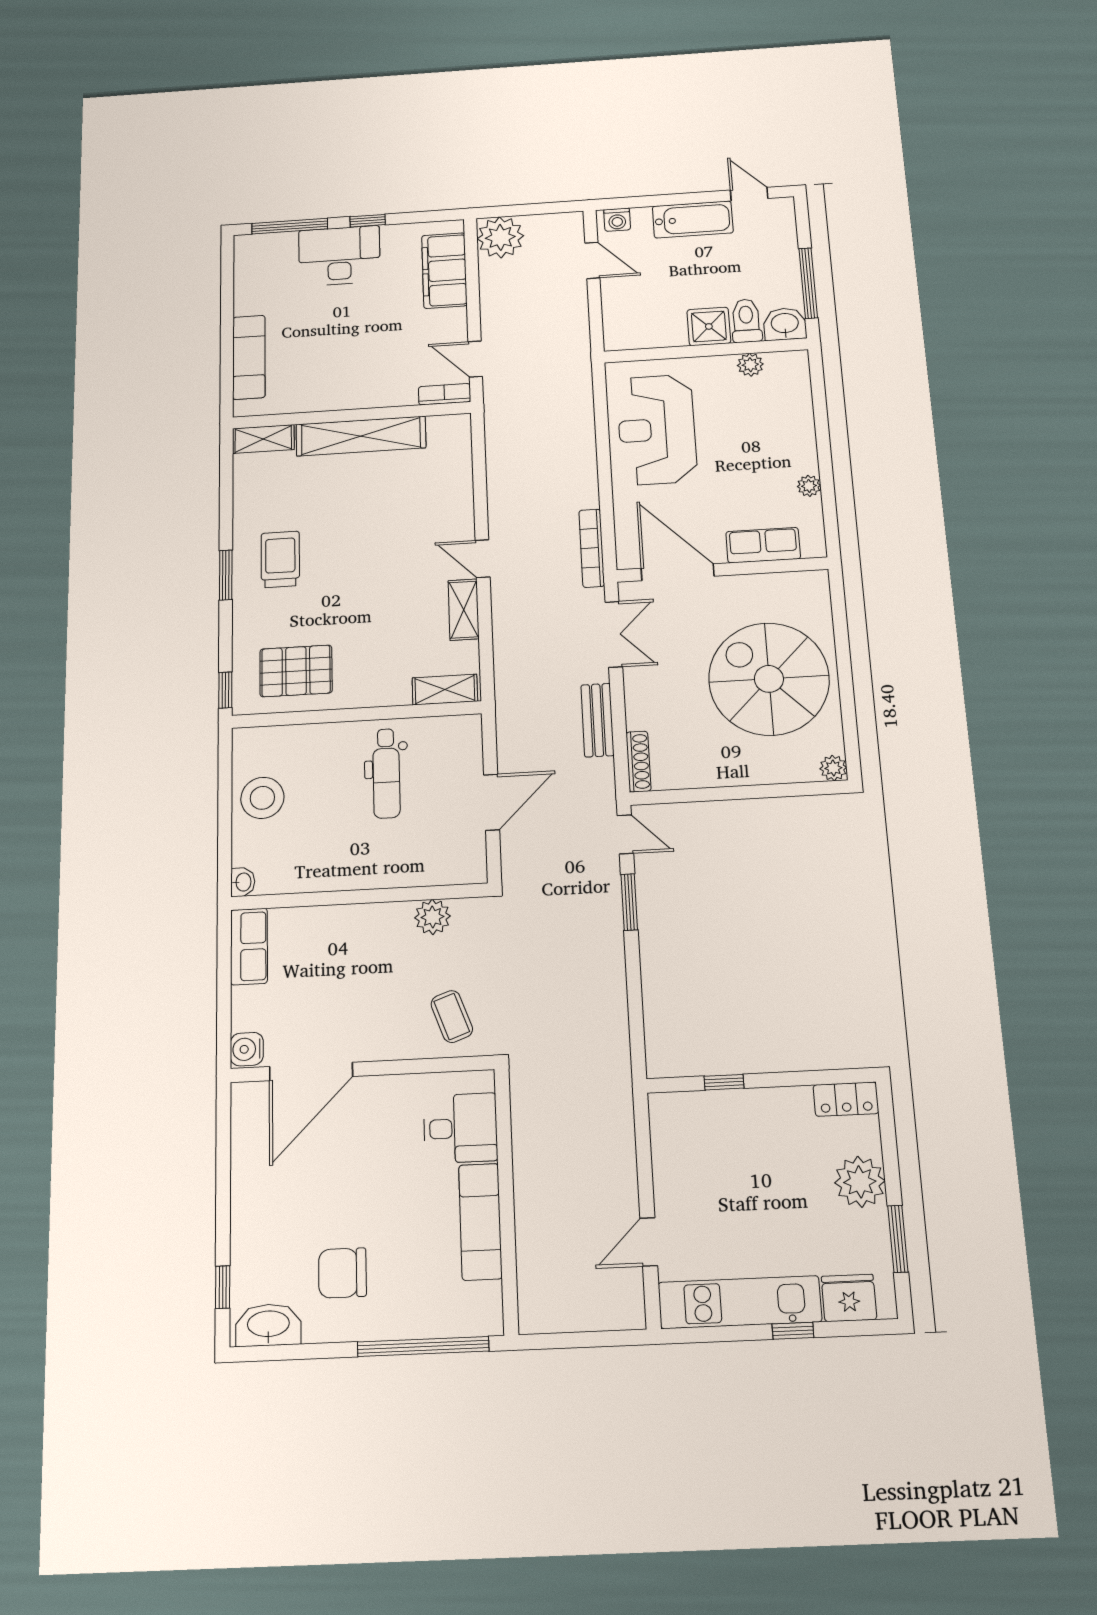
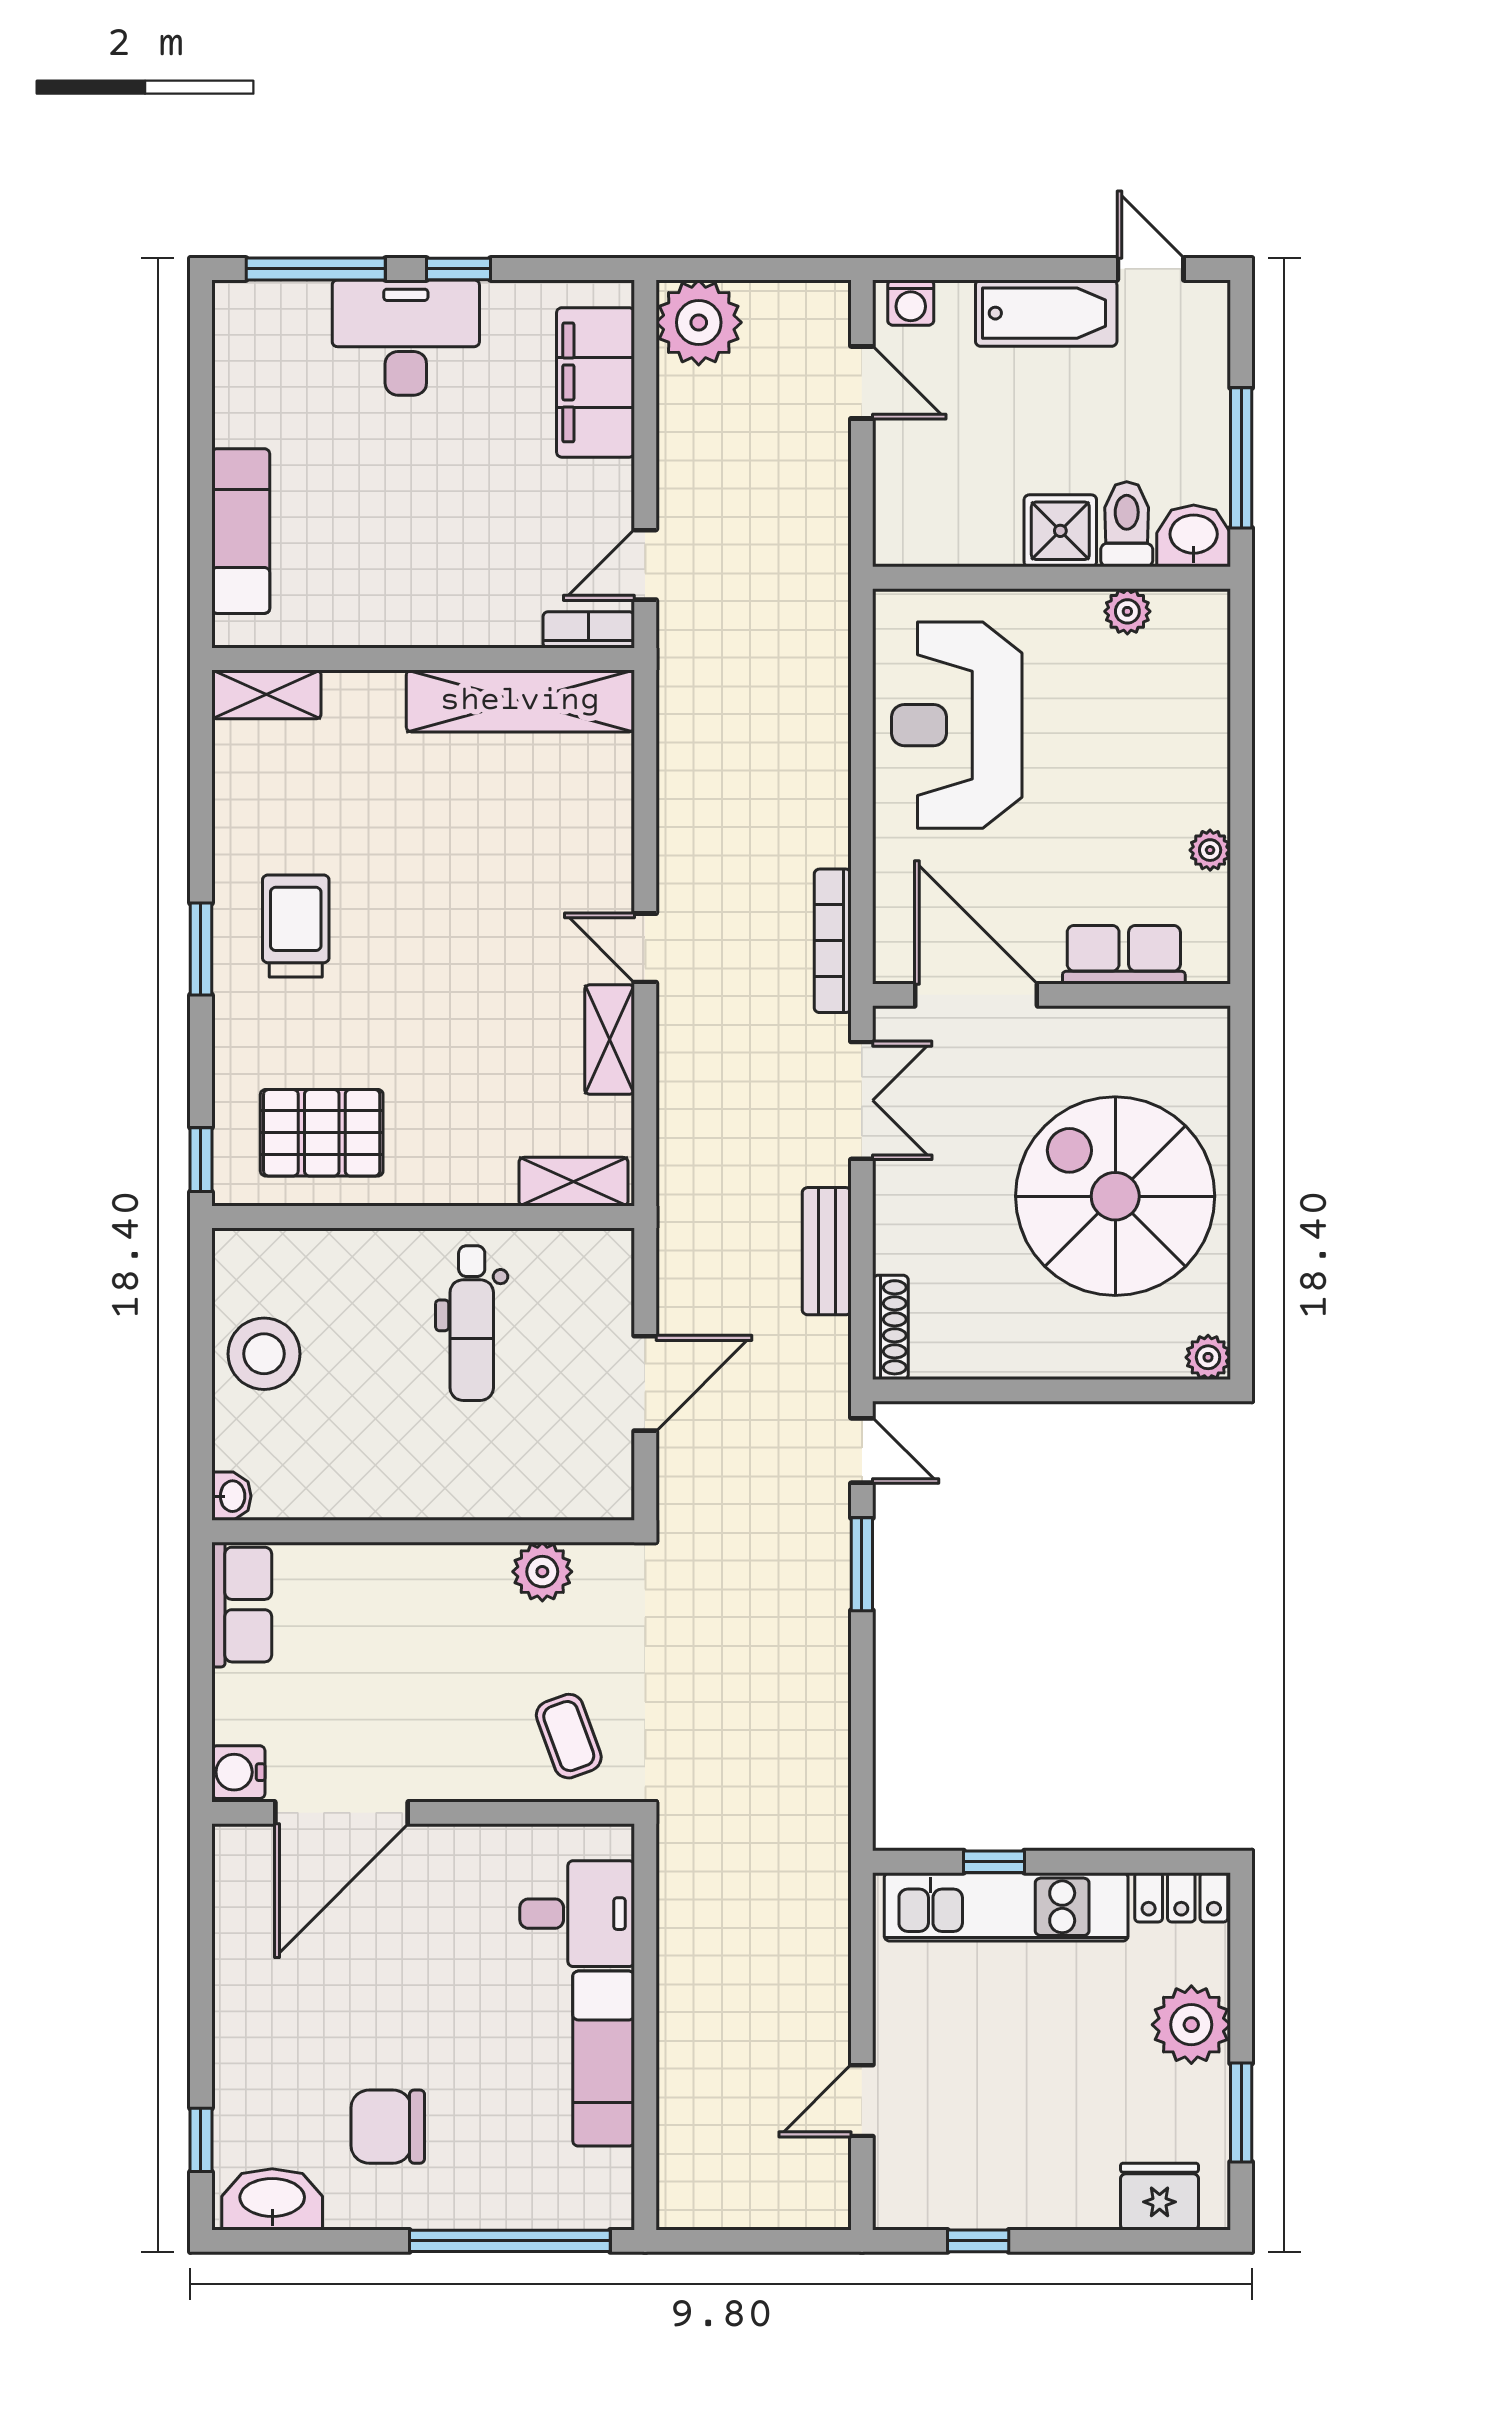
door: (475, 359) -> (645, 565), hinge flipped
shelving: (361, 436) -> (520, 701), moved
kitchen unit: (740, 1302) -> (1006, 1907), moved, turned 180
window: (793, 1331) -> (978, 2241), moved

